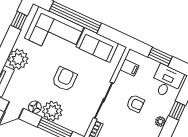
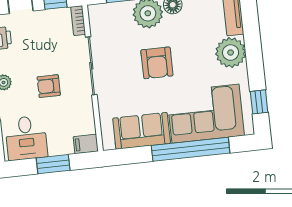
filing cabinet: (129, 68) -> (86, 144), moved

